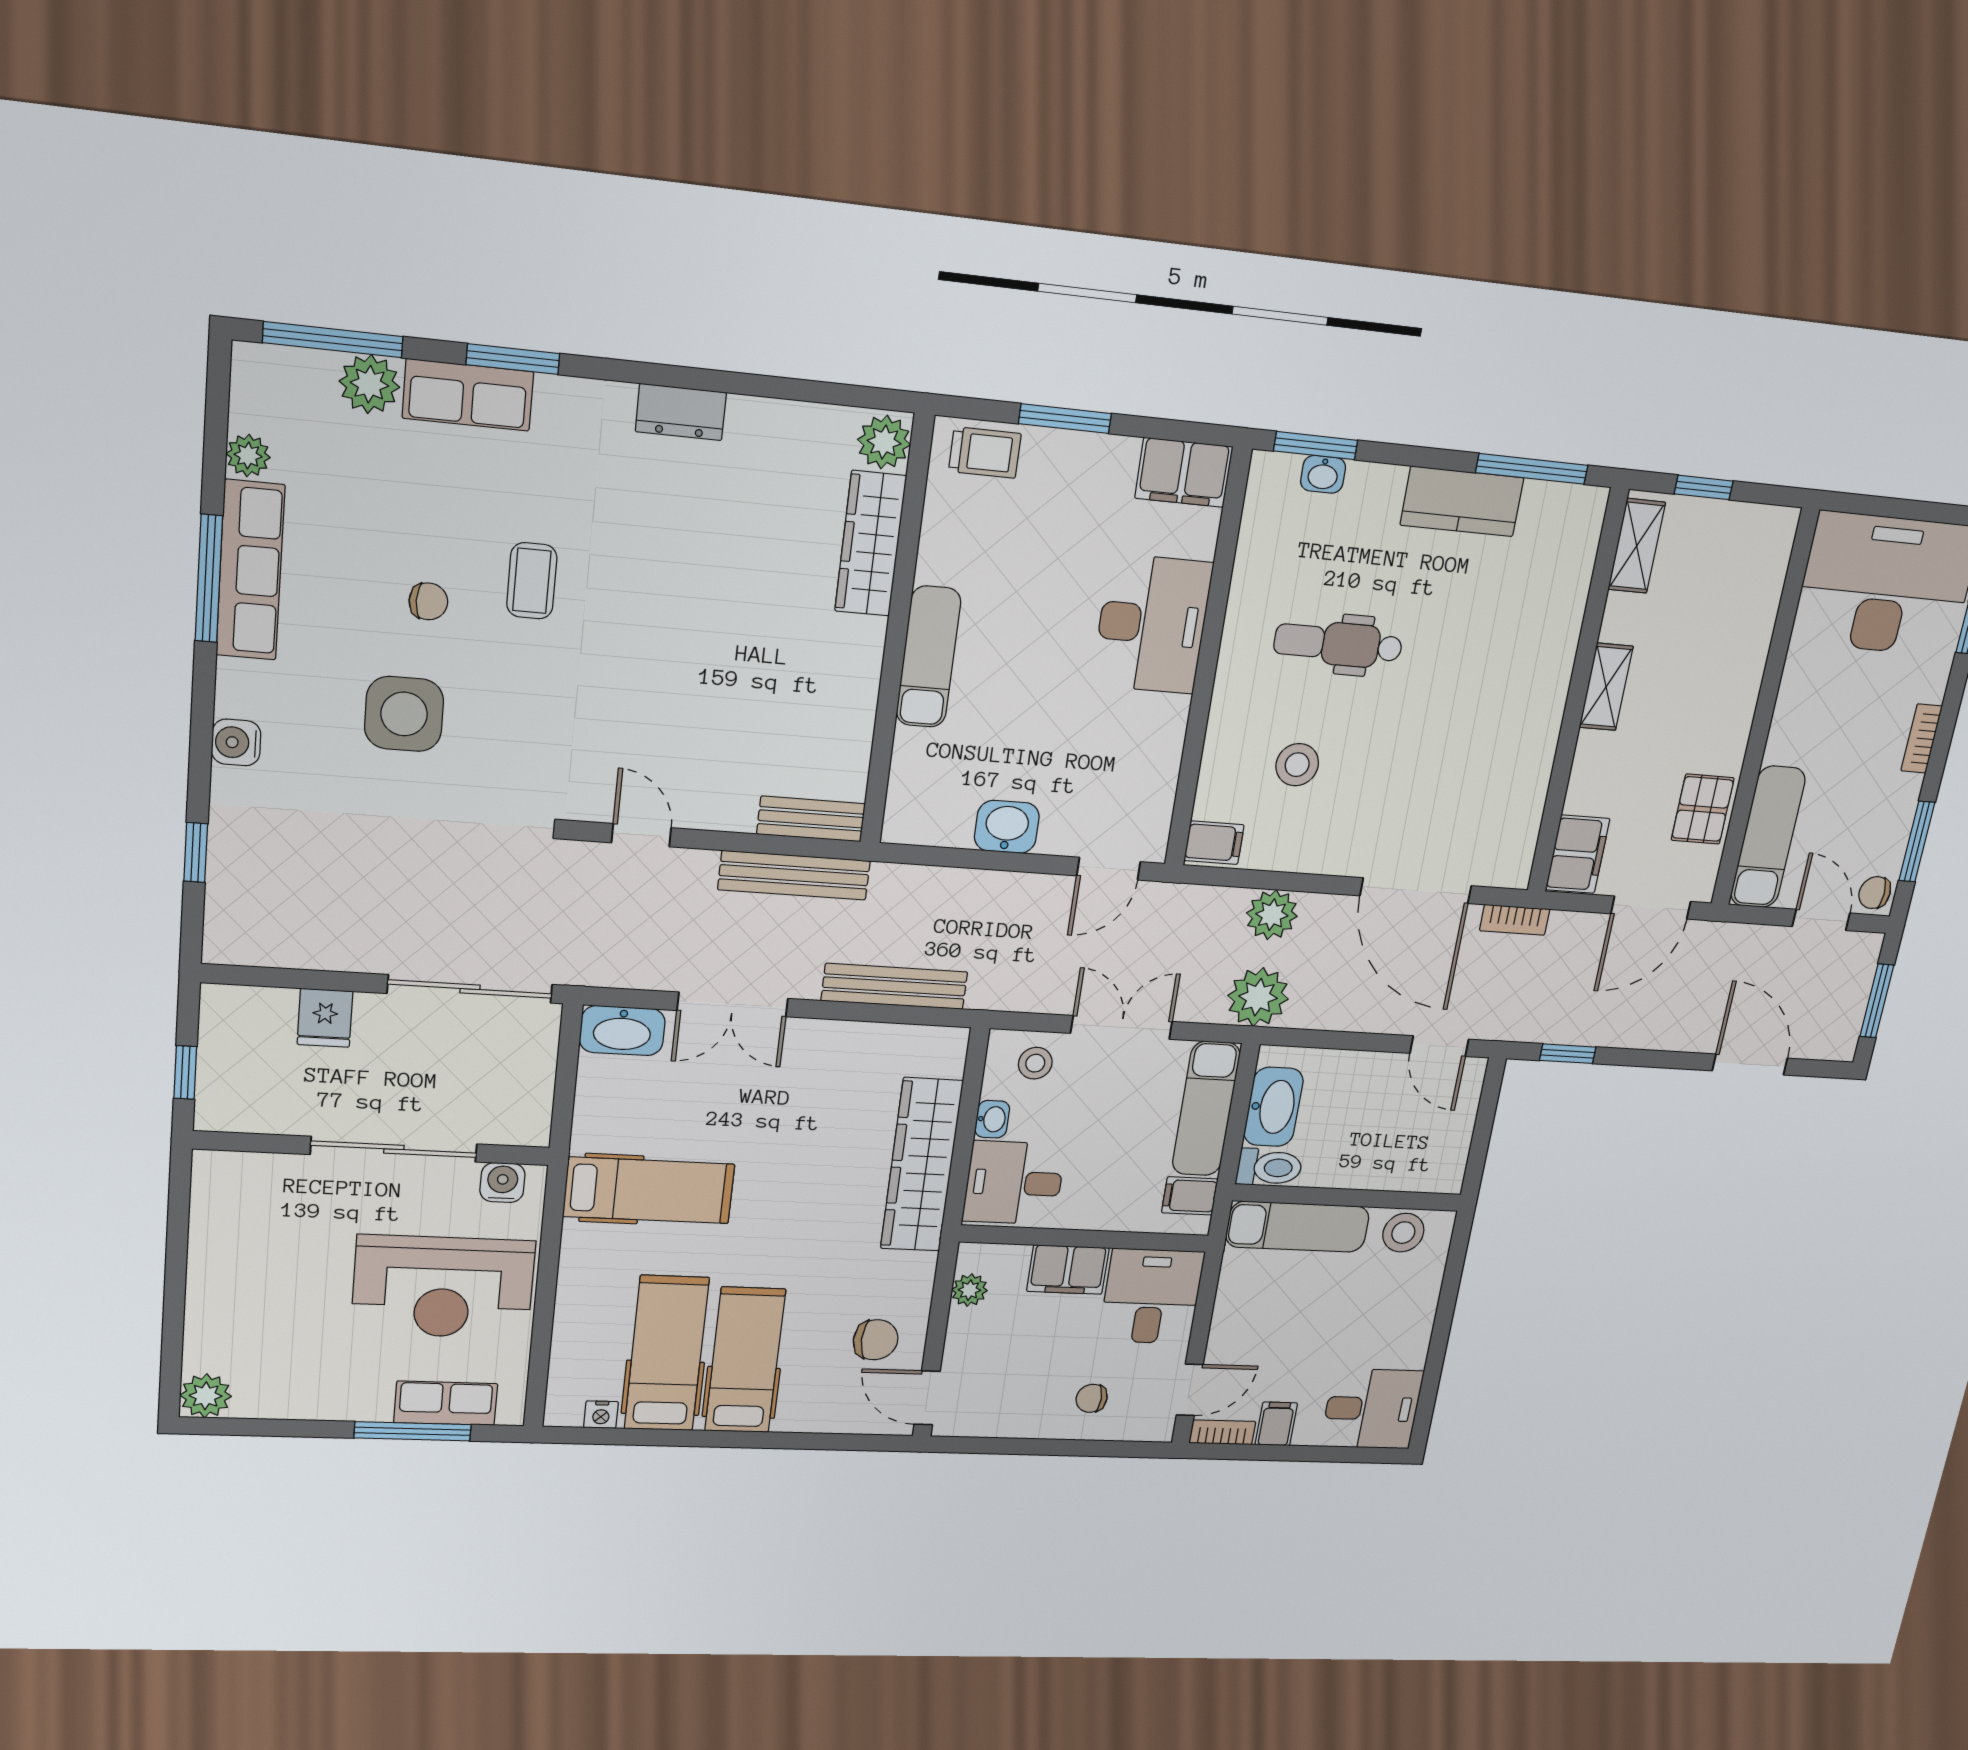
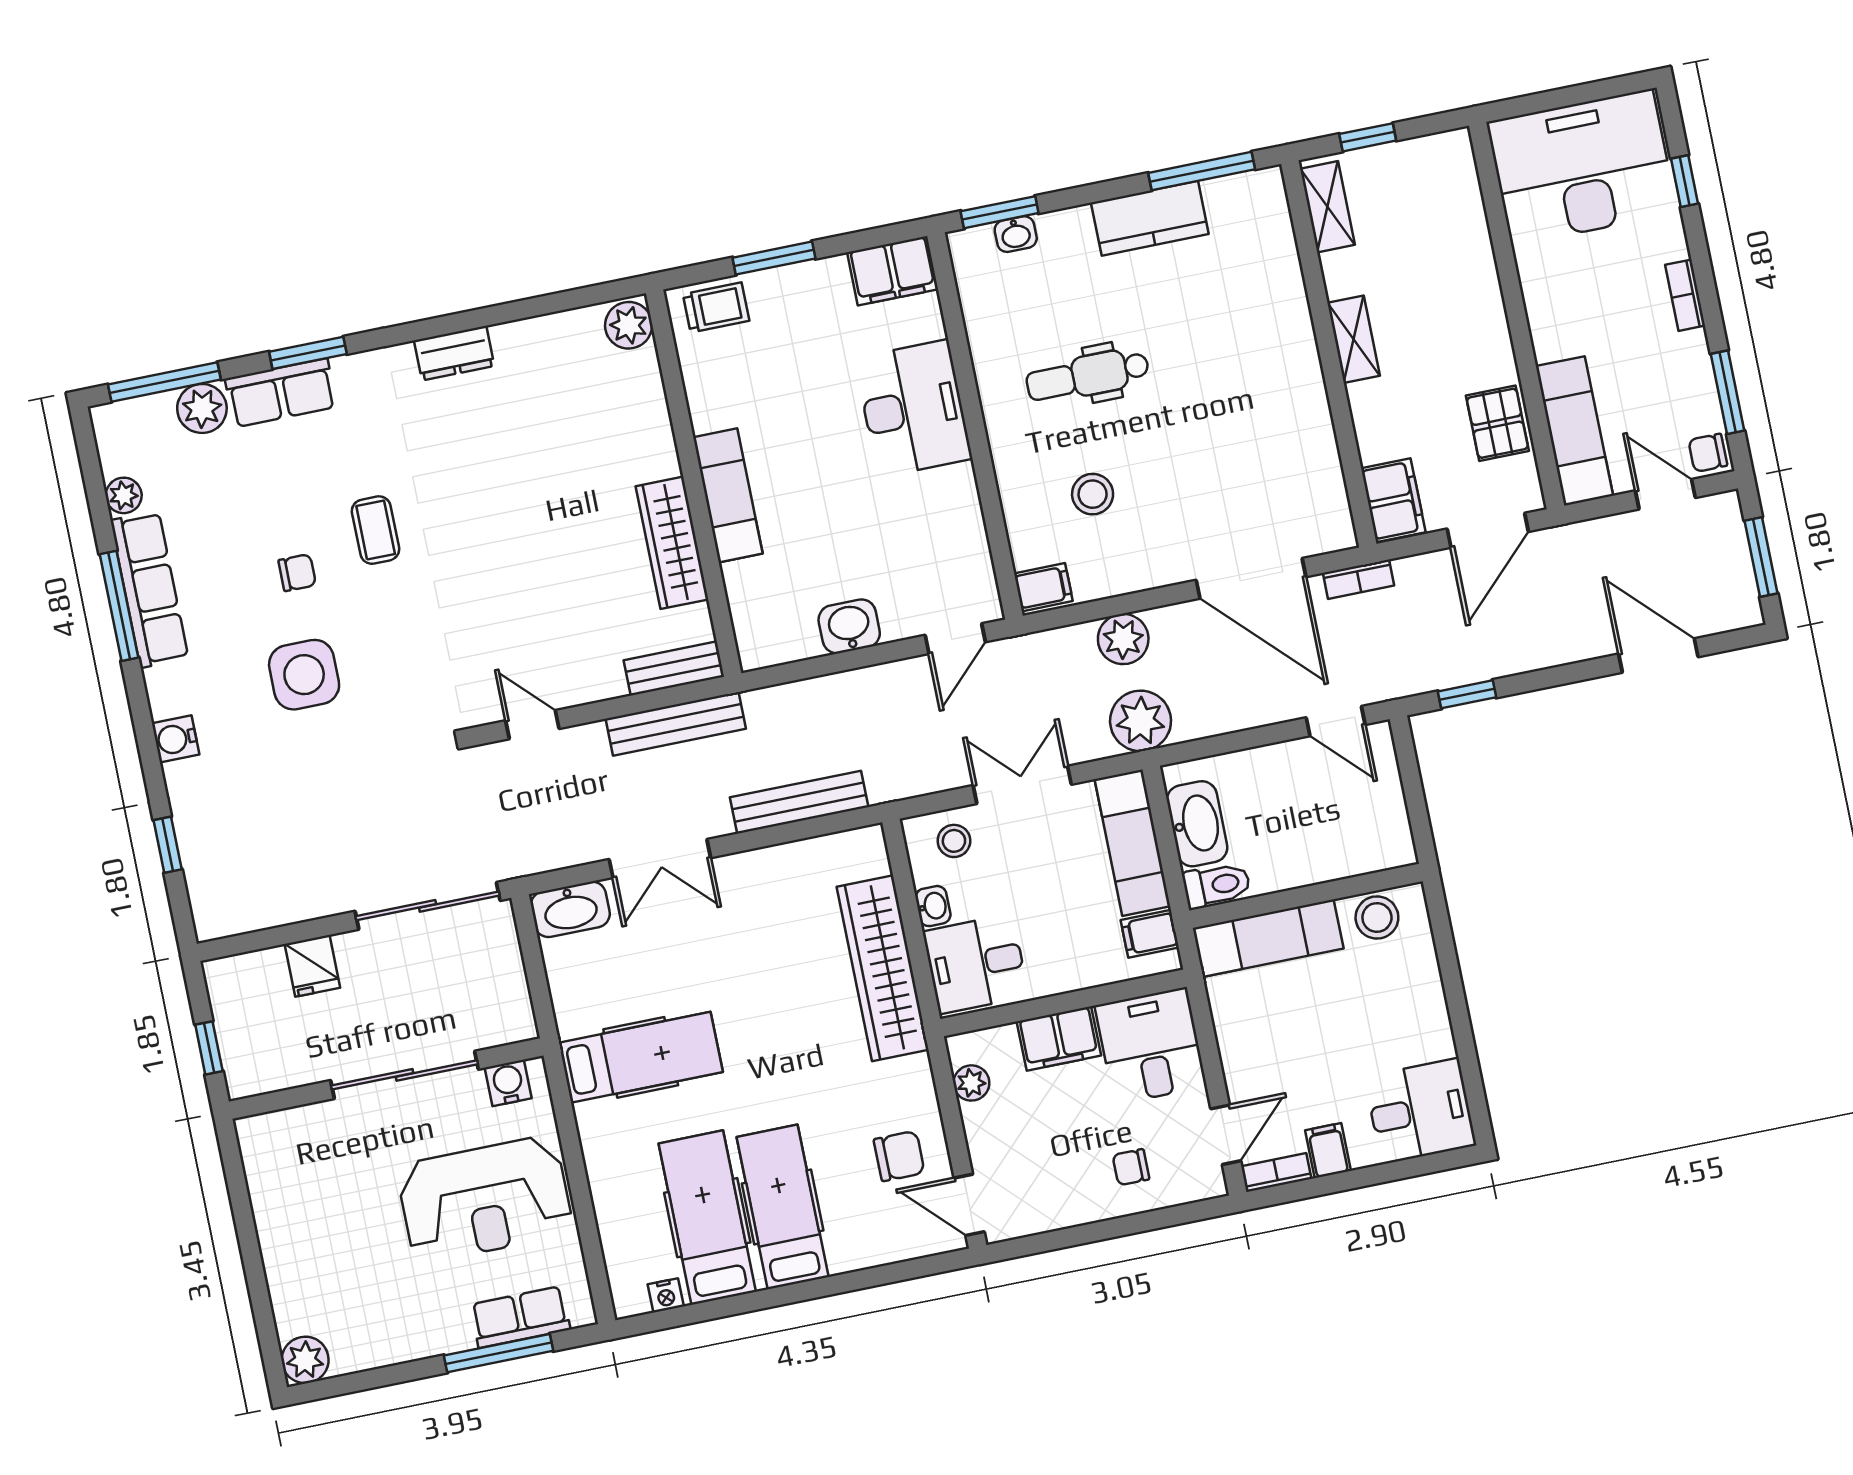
wardrobe: (871, 544) -> (672, 543), moved

